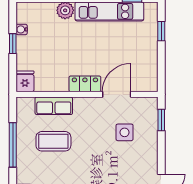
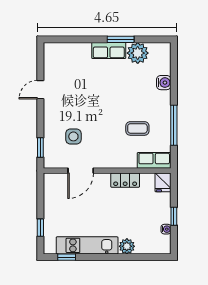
locker: (85, 84) -> (125, 180), moved
row of seats: (54, 106) -> (154, 160), moved
coffee table: (53, 141) -> (137, 128), width x0.73, depth x0.77

